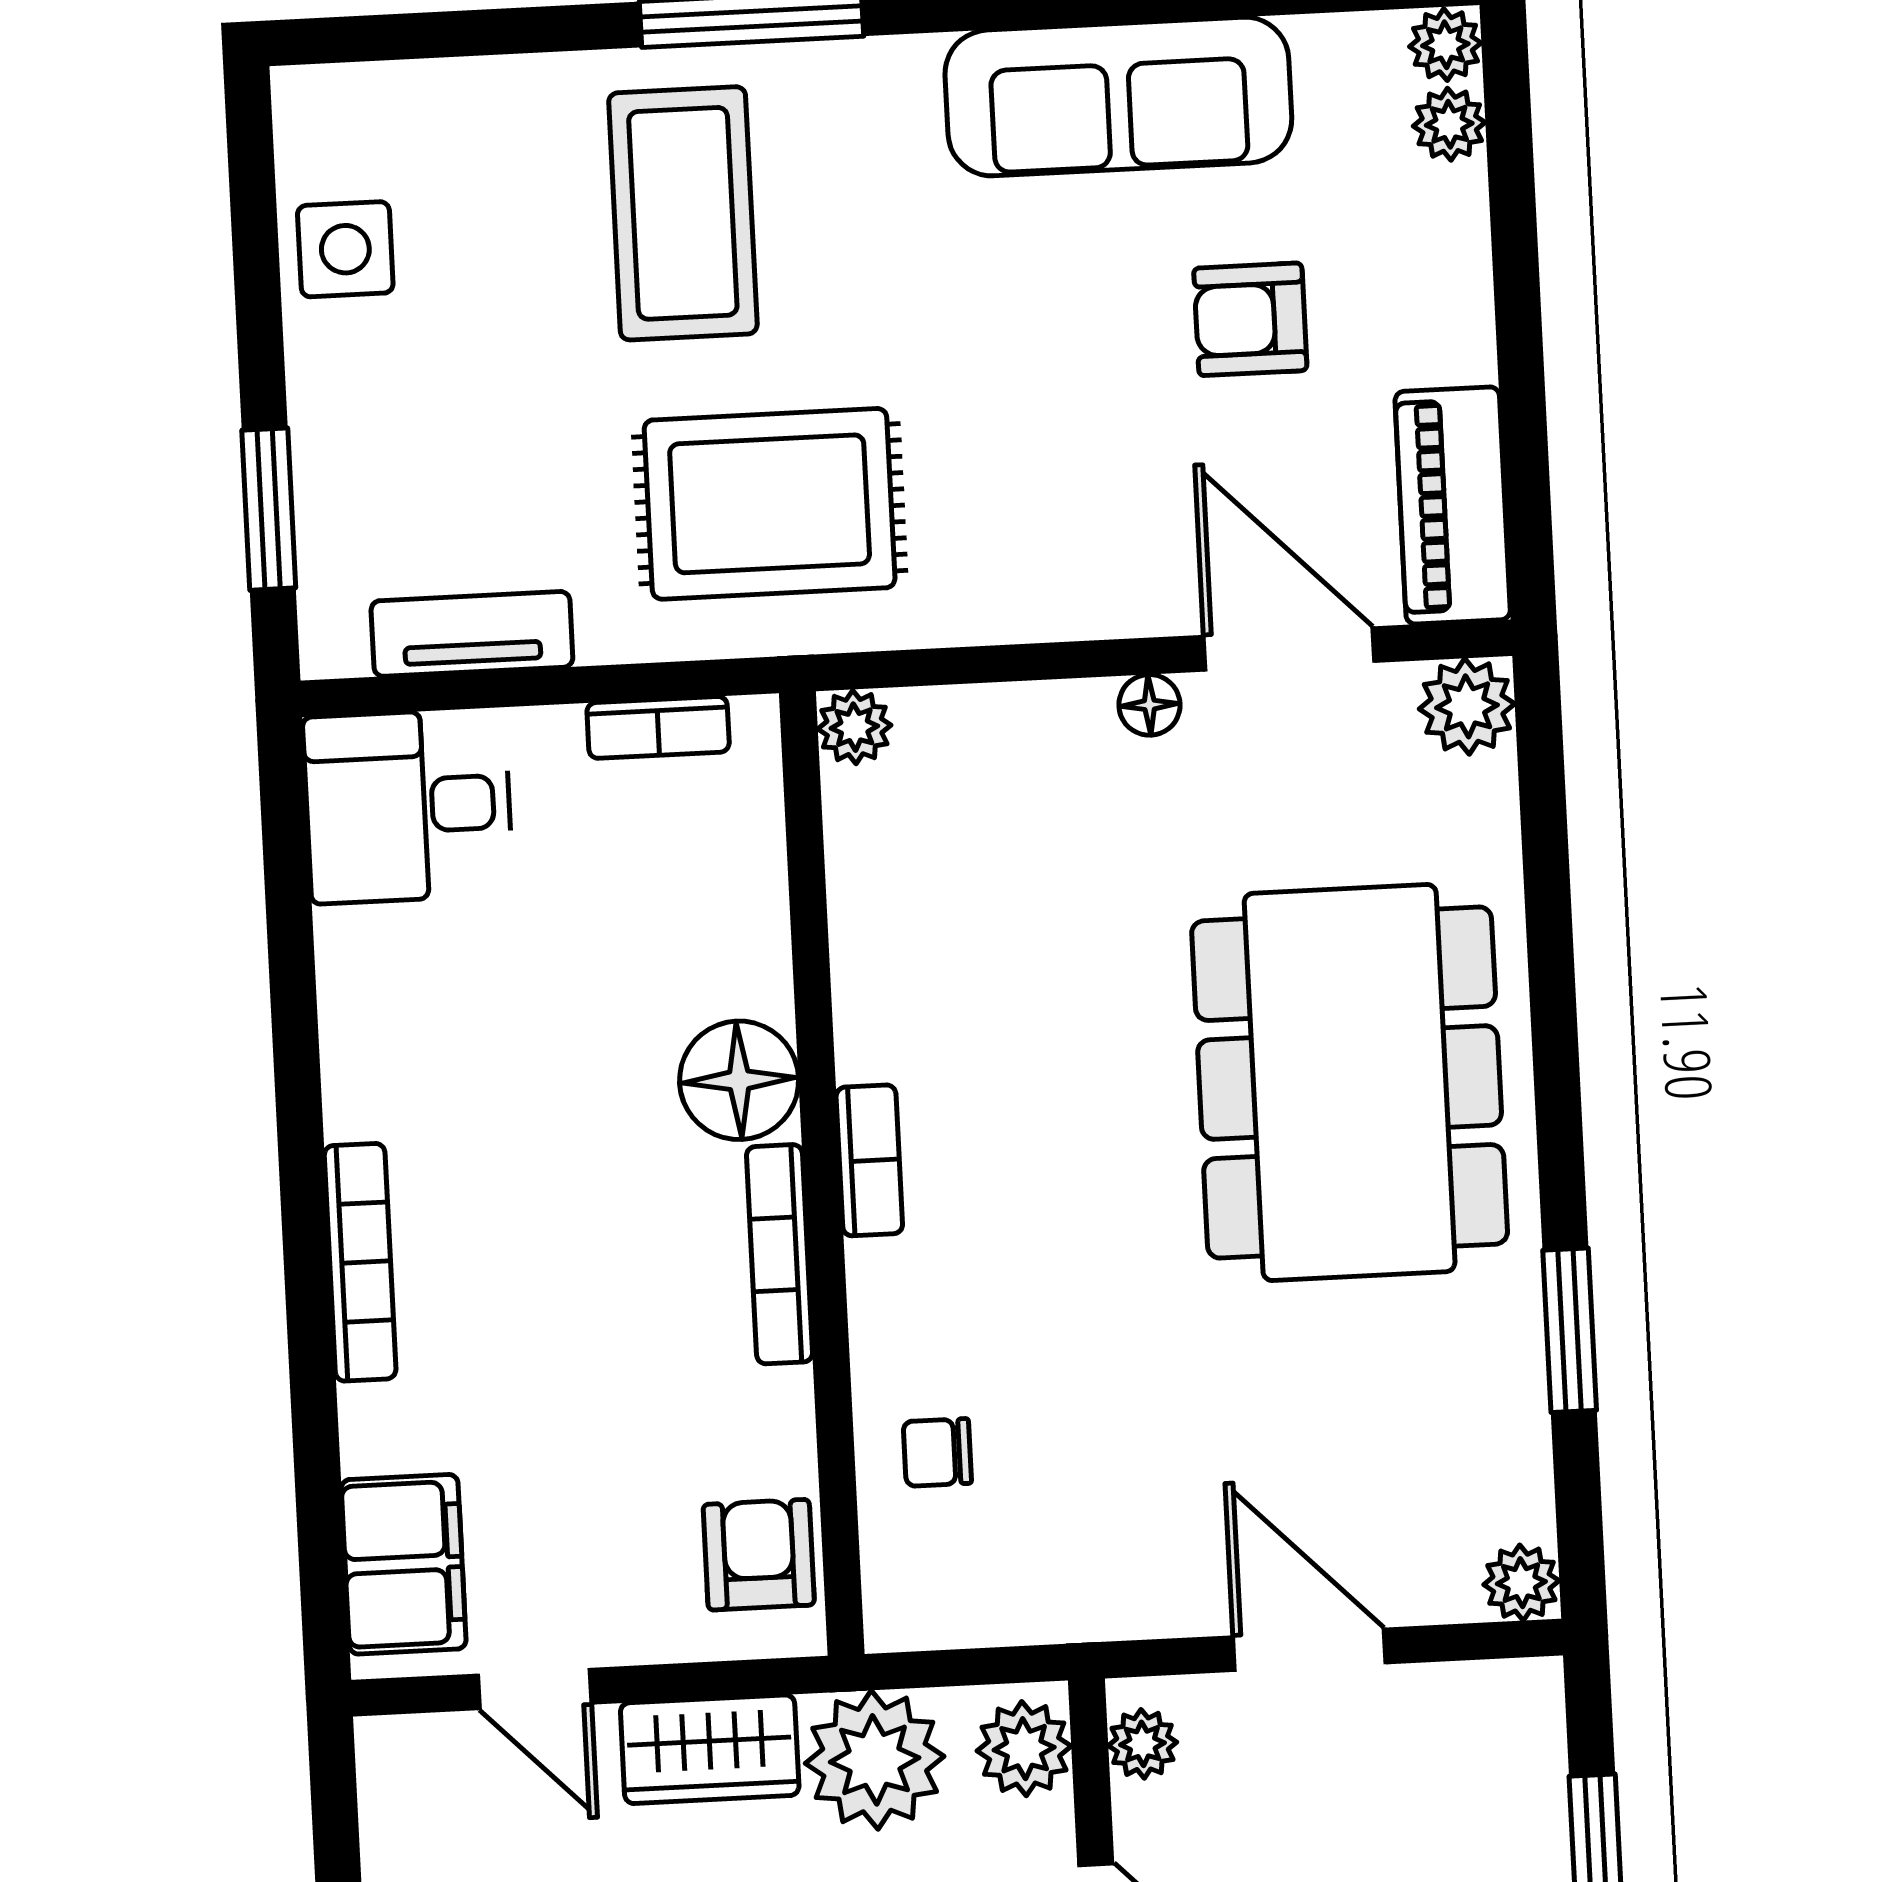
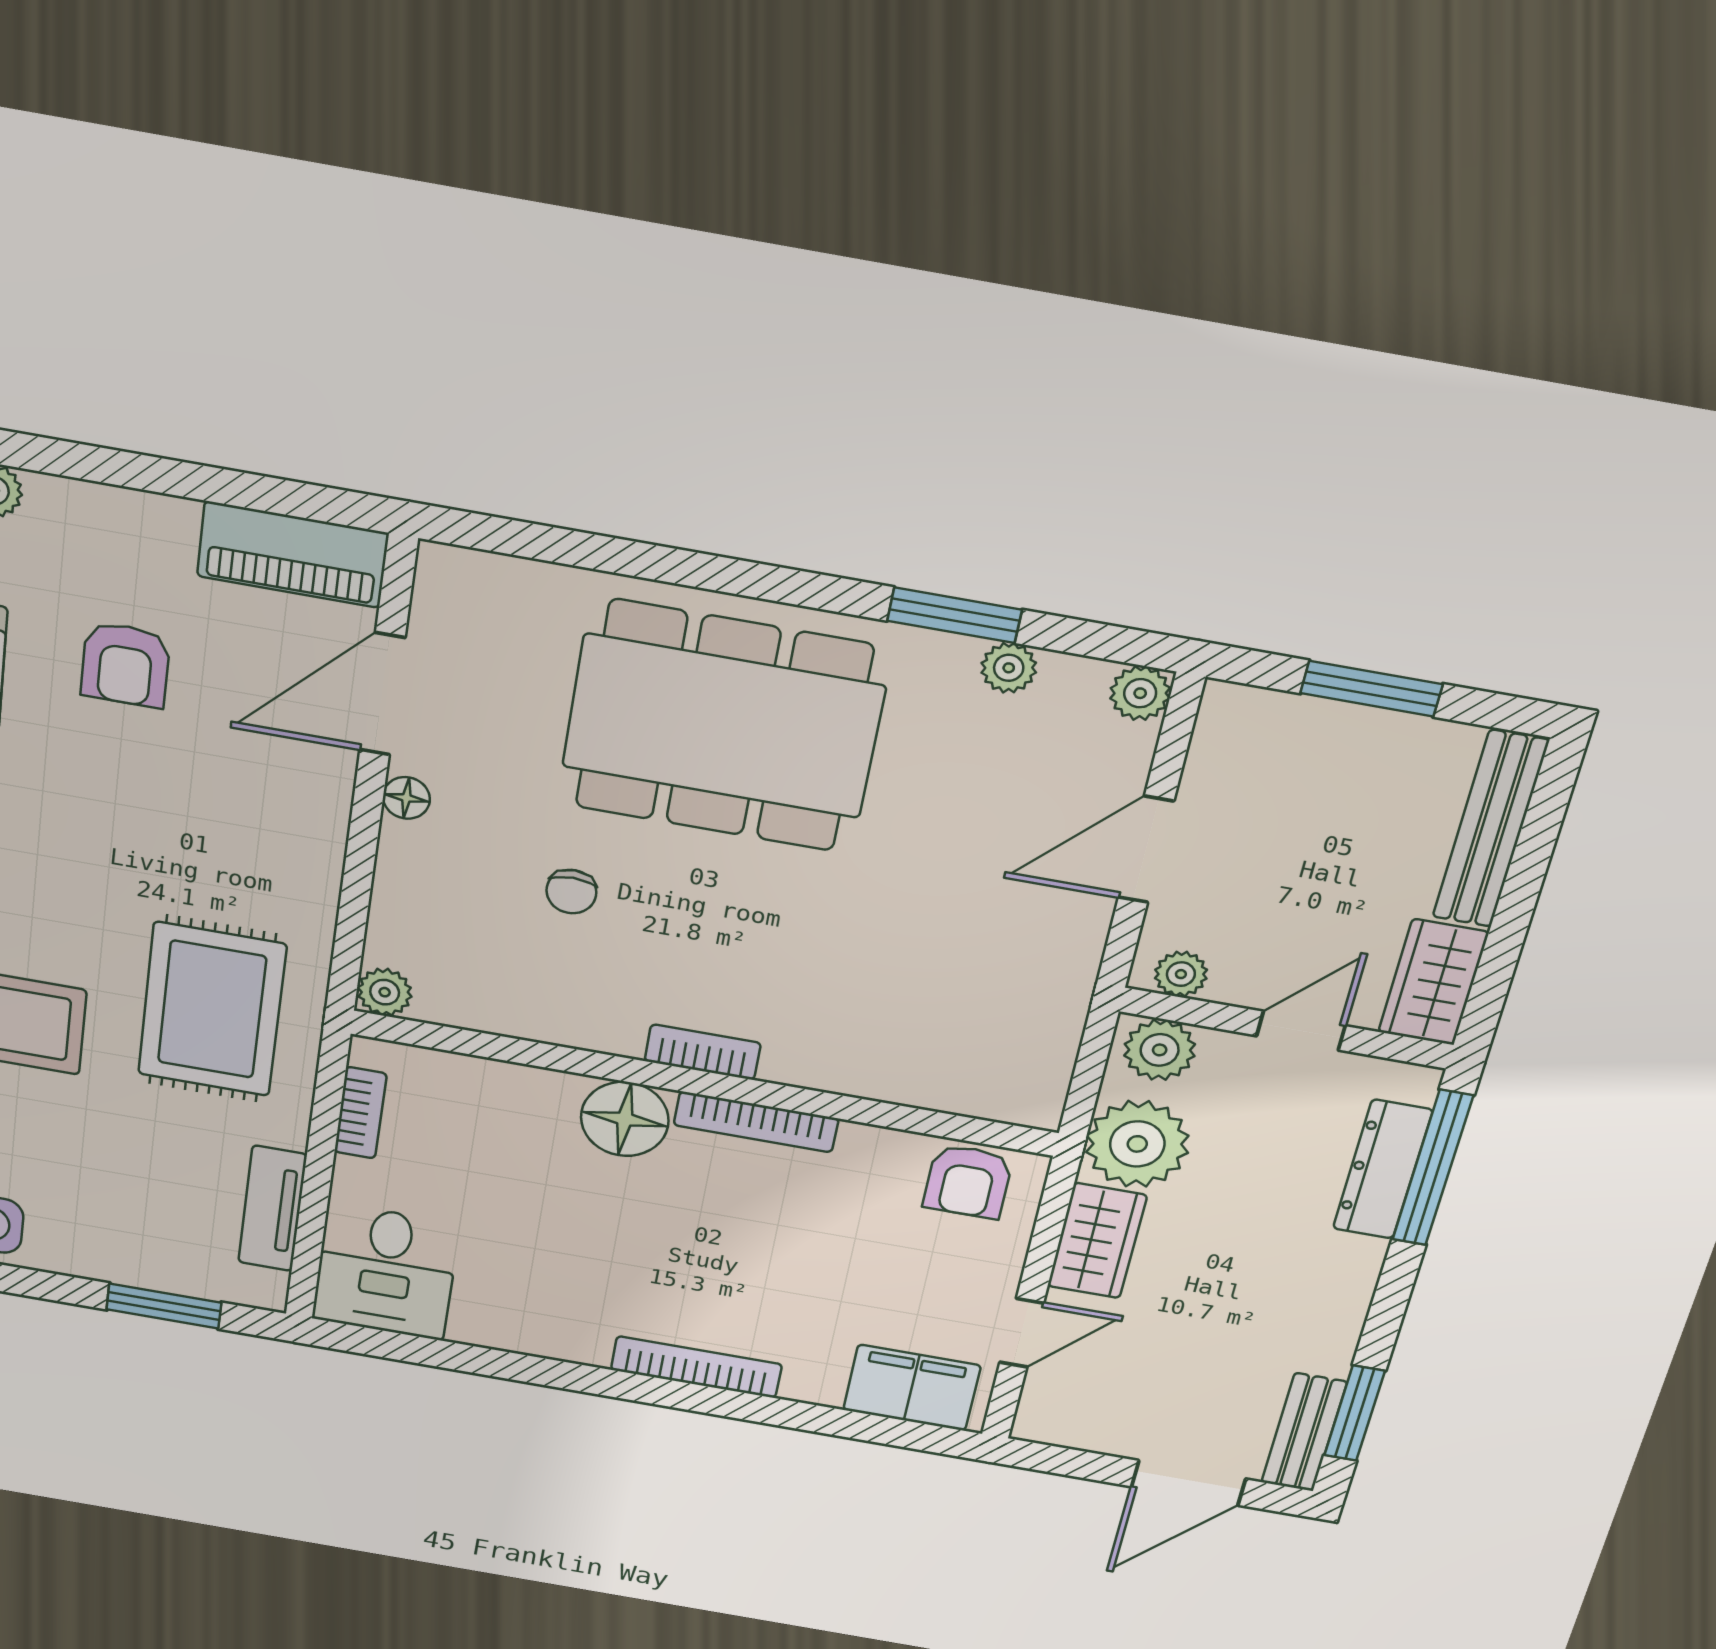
plant: (1467, 706) -> (1009, 668), moved, width x0.73, depth x0.73
chair: (937, 1452) -> (571, 892), moved
armchair: (759, 1555) -> (968, 1181), turned -90

